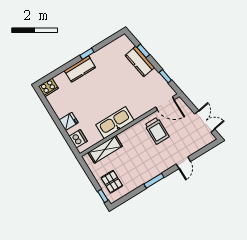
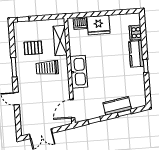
cooker: (48, 87) -> (135, 33), moved
fridge: (69, 121) -> (98, 25), width x1.88, depth x1.34
kitchen sink: (115, 123) -> (79, 72), moved
trolley: (157, 131) -> (47, 68), moved
pallet: (112, 182) -> (33, 48), moved

